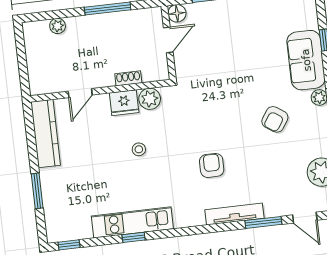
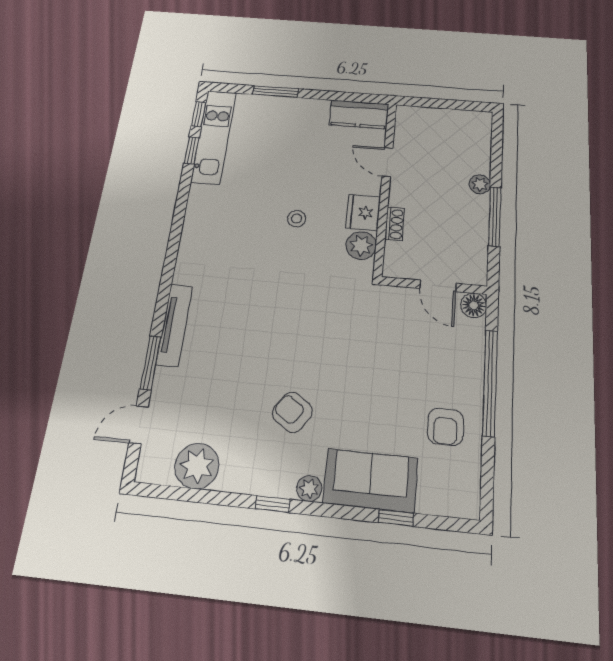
plant: (58, 26) -> (480, 184), moved
kitchen counter: (46, 134) -> (359, 114), width x0.67
armchair: (212, 165) -> (445, 427), moved, turned 90
kitchen unit: (132, 222) -> (214, 137), moved
window: (134, 237) -> (192, 150), moved

